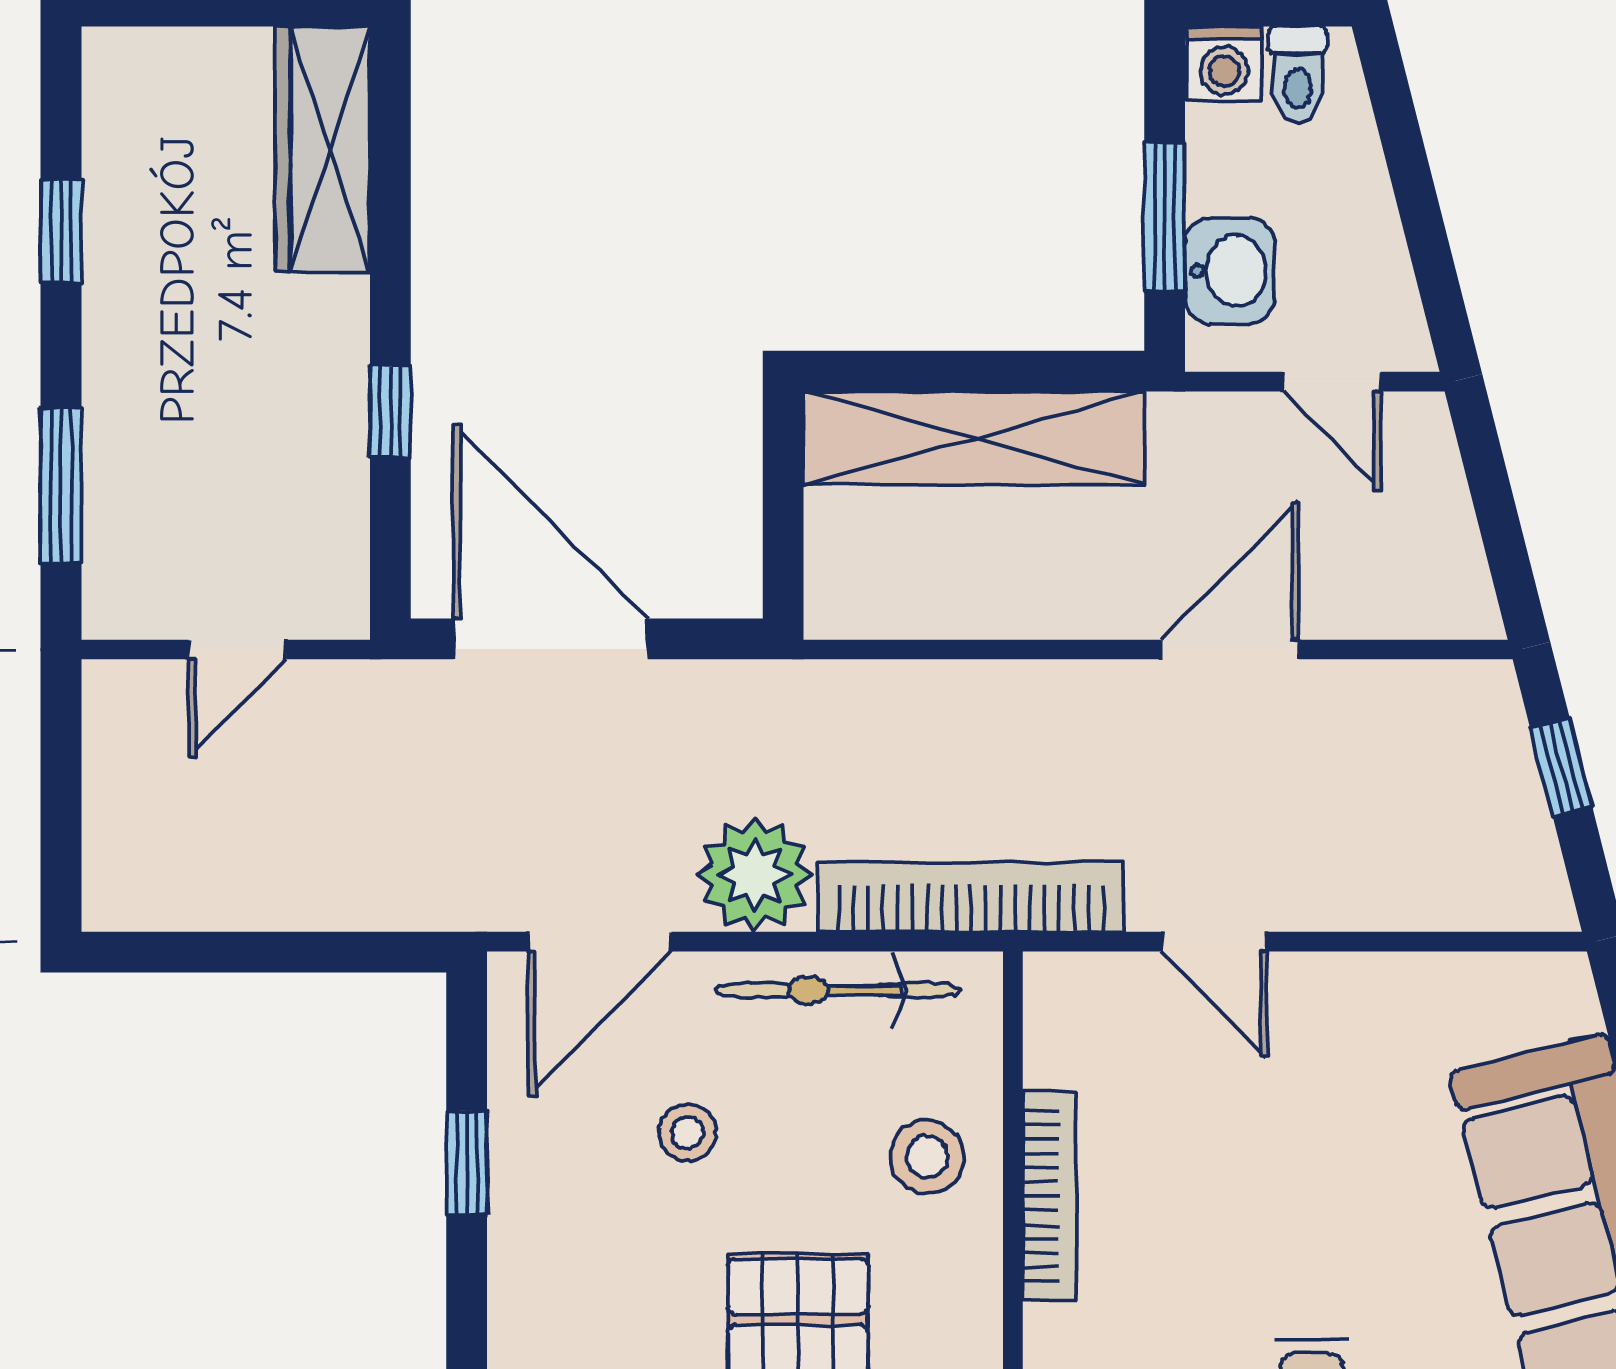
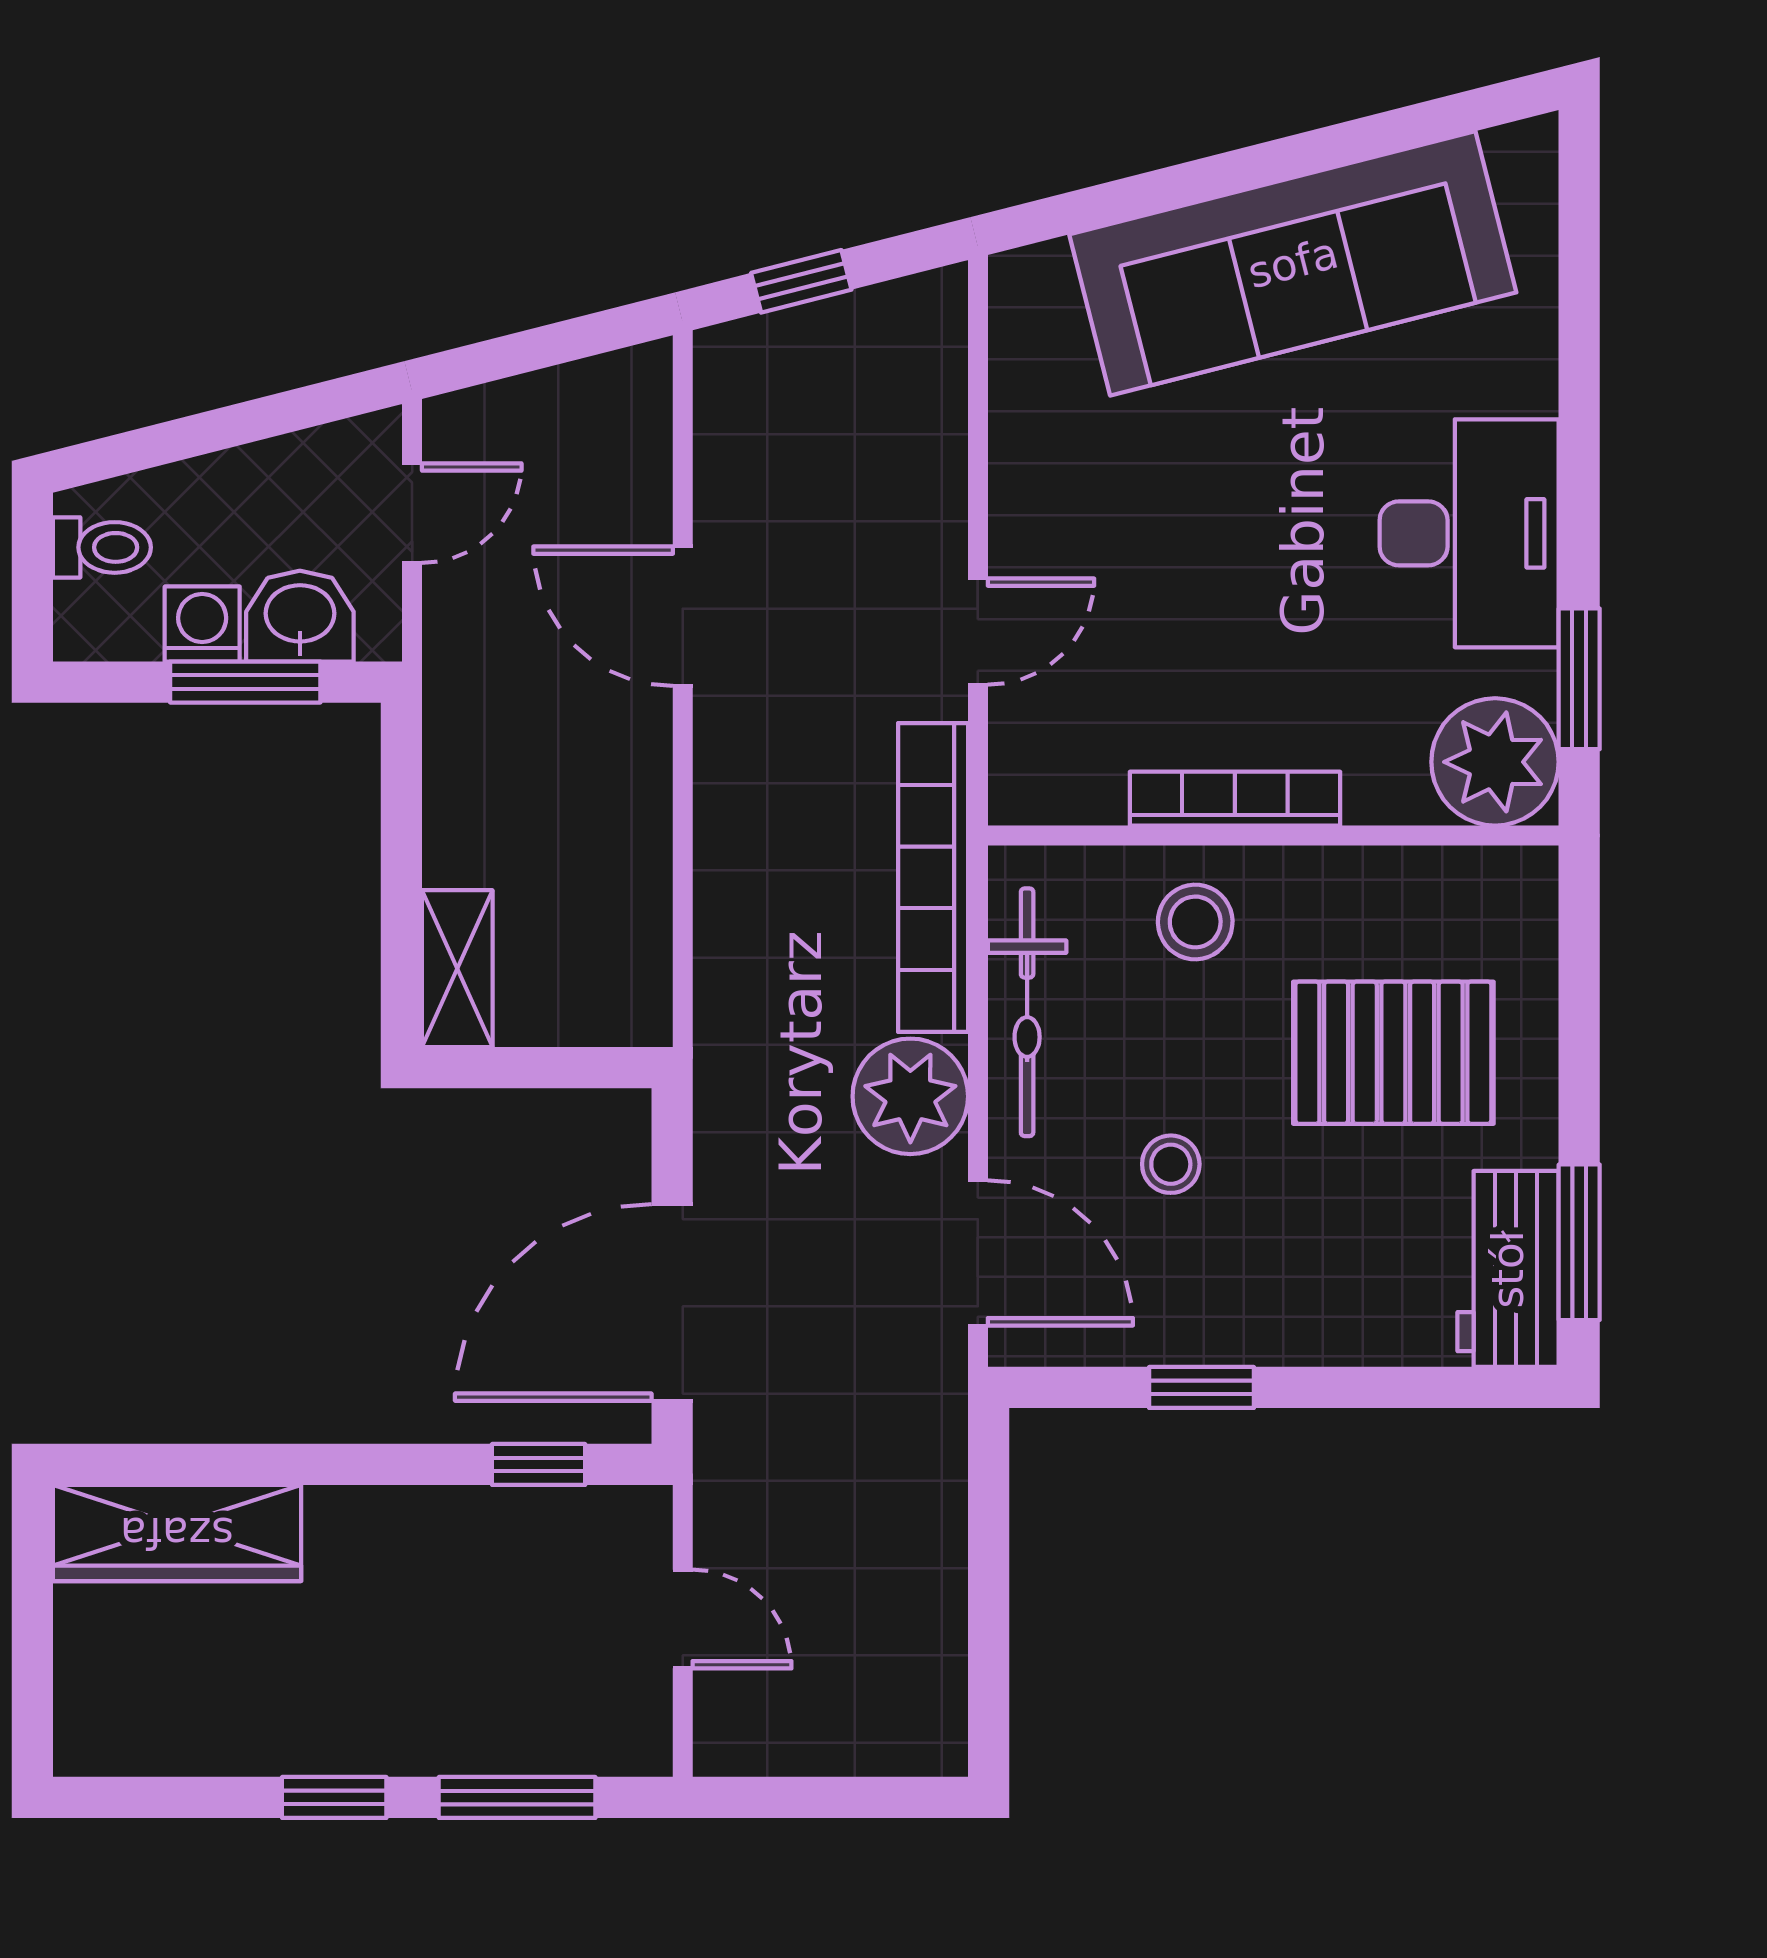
washing machine: (1224, 63) -> (202, 624), moved, turned -90
window: (61, 231) -> (334, 1797), moved
window: (390, 412) -> (539, 1464), moved
shelving: (974, 438) -> (457, 969), width x0.45, depth x0.75

